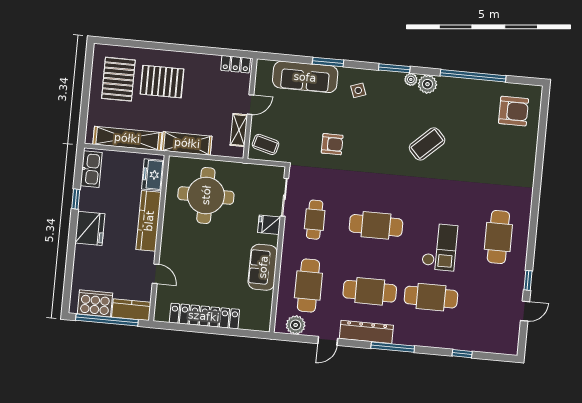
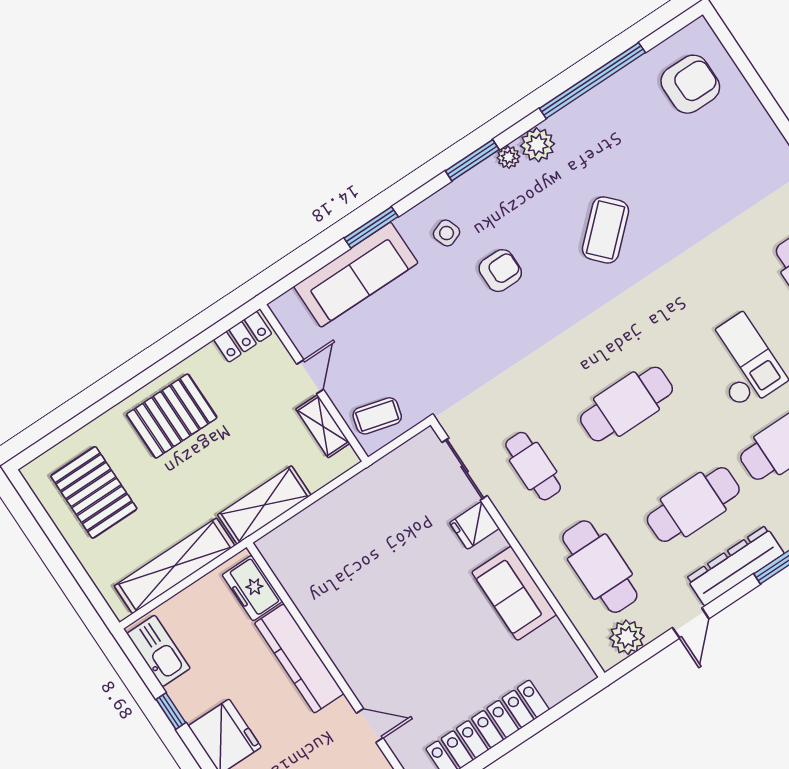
pallet: (162, 82) -> (172, 416), moved
armchair: (332, 144) -> (500, 271), moved
round table: (206, 195) -> (351, 557), removed

